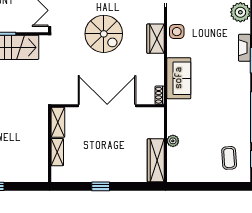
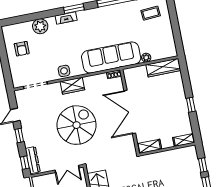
spiral stairs: (104, 34) -> (77, 125), width x1.37, depth x1.37
sofa: (179, 78) -> (111, 57), width x1.85, depth x1.27
shelving: (57, 152) -> (184, 140), moved
window: (20, 186) -> (203, 165), added

